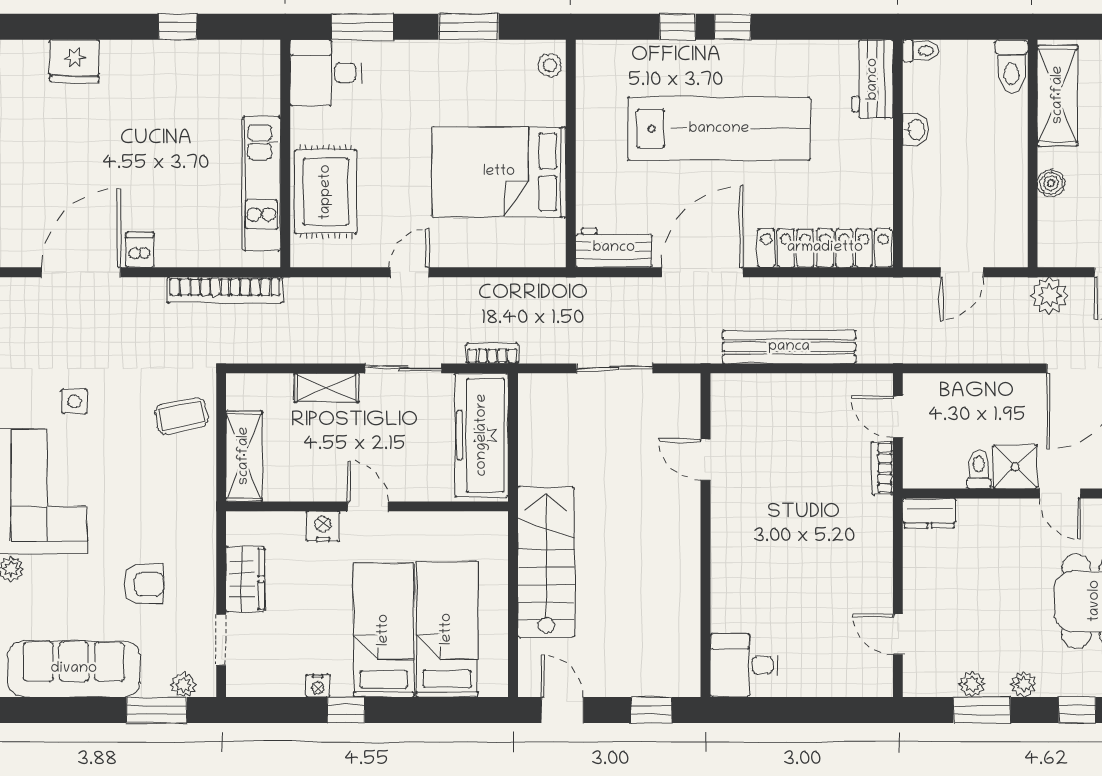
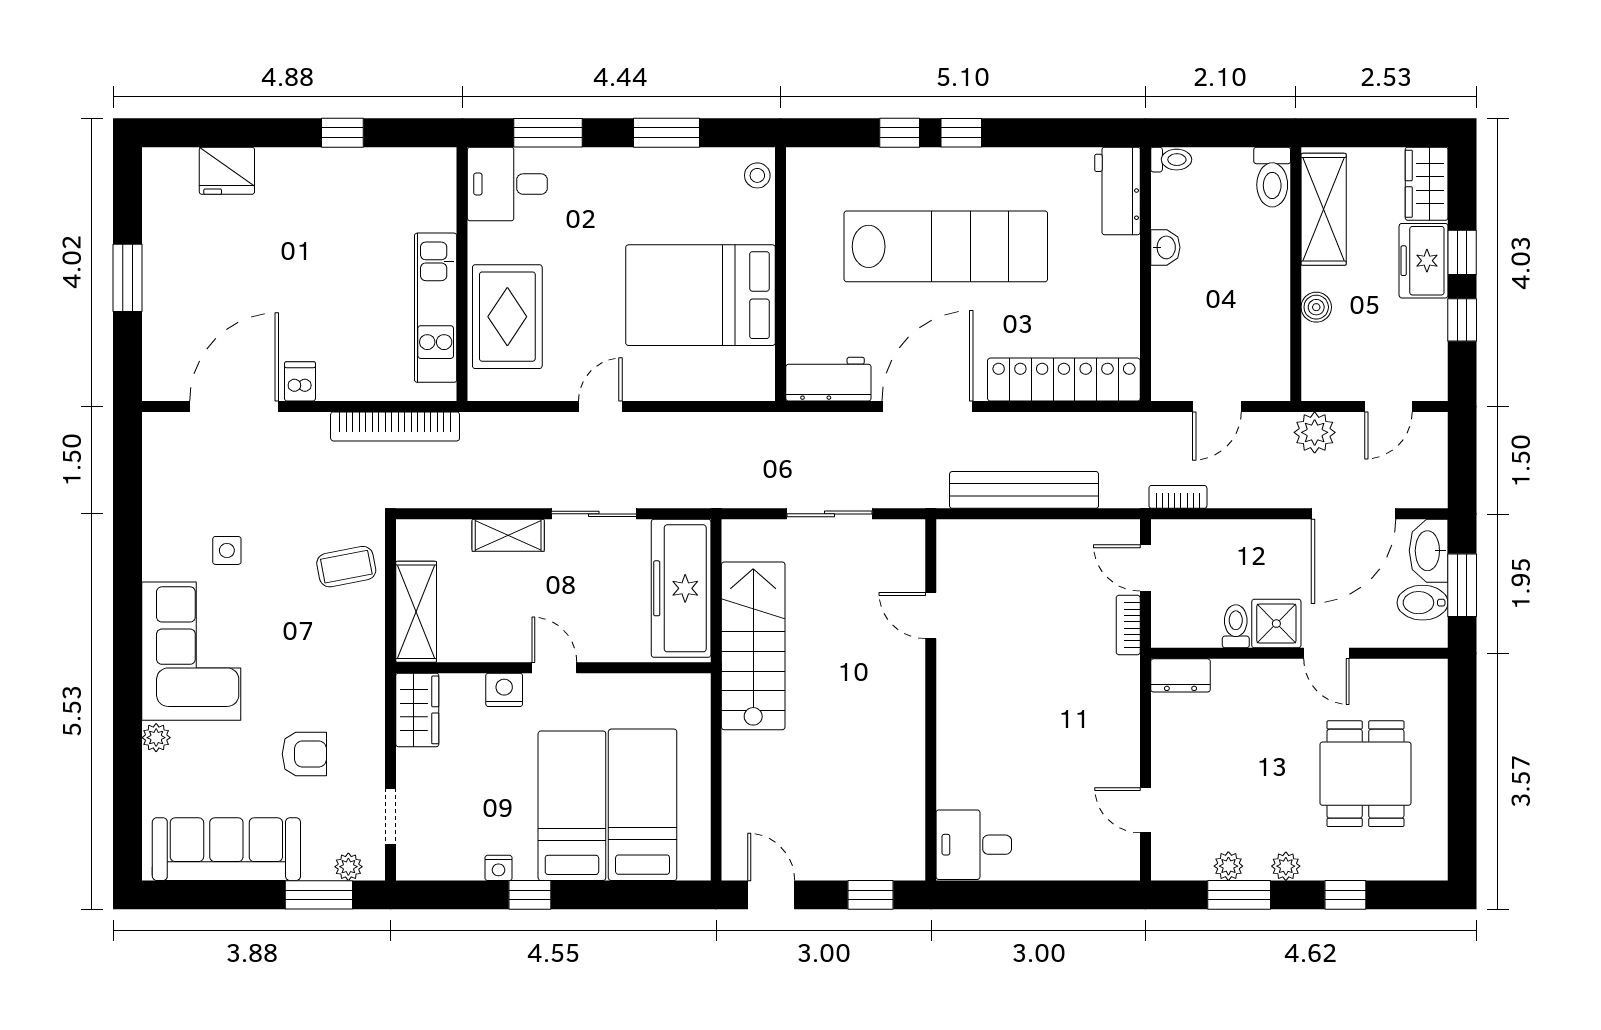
bookcase: (492, 353) -> (1178, 497), moved
stairs: (546, 562) -> (753, 646), moved
wardrobe: (245, 579) -> (417, 710), moved

